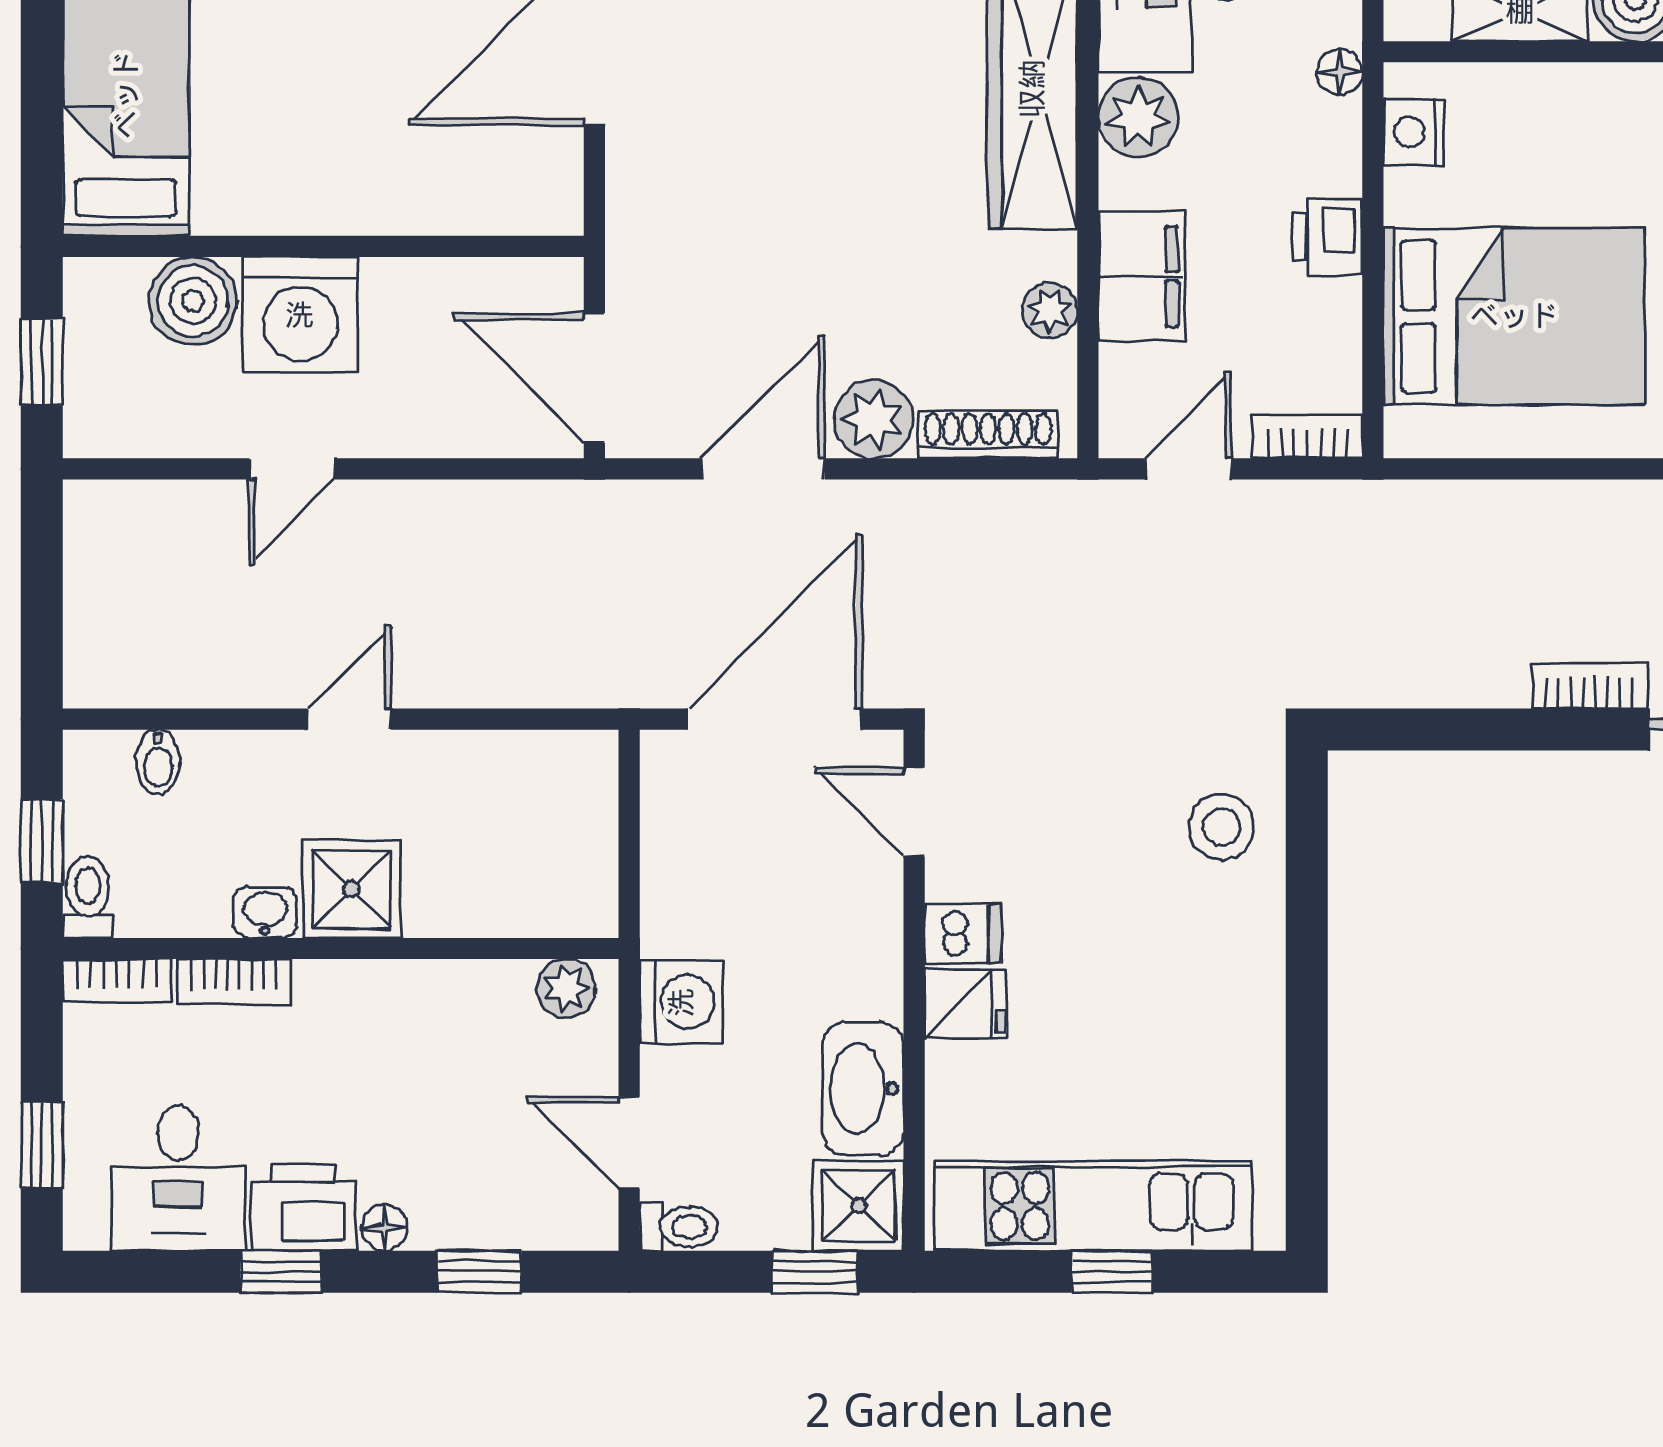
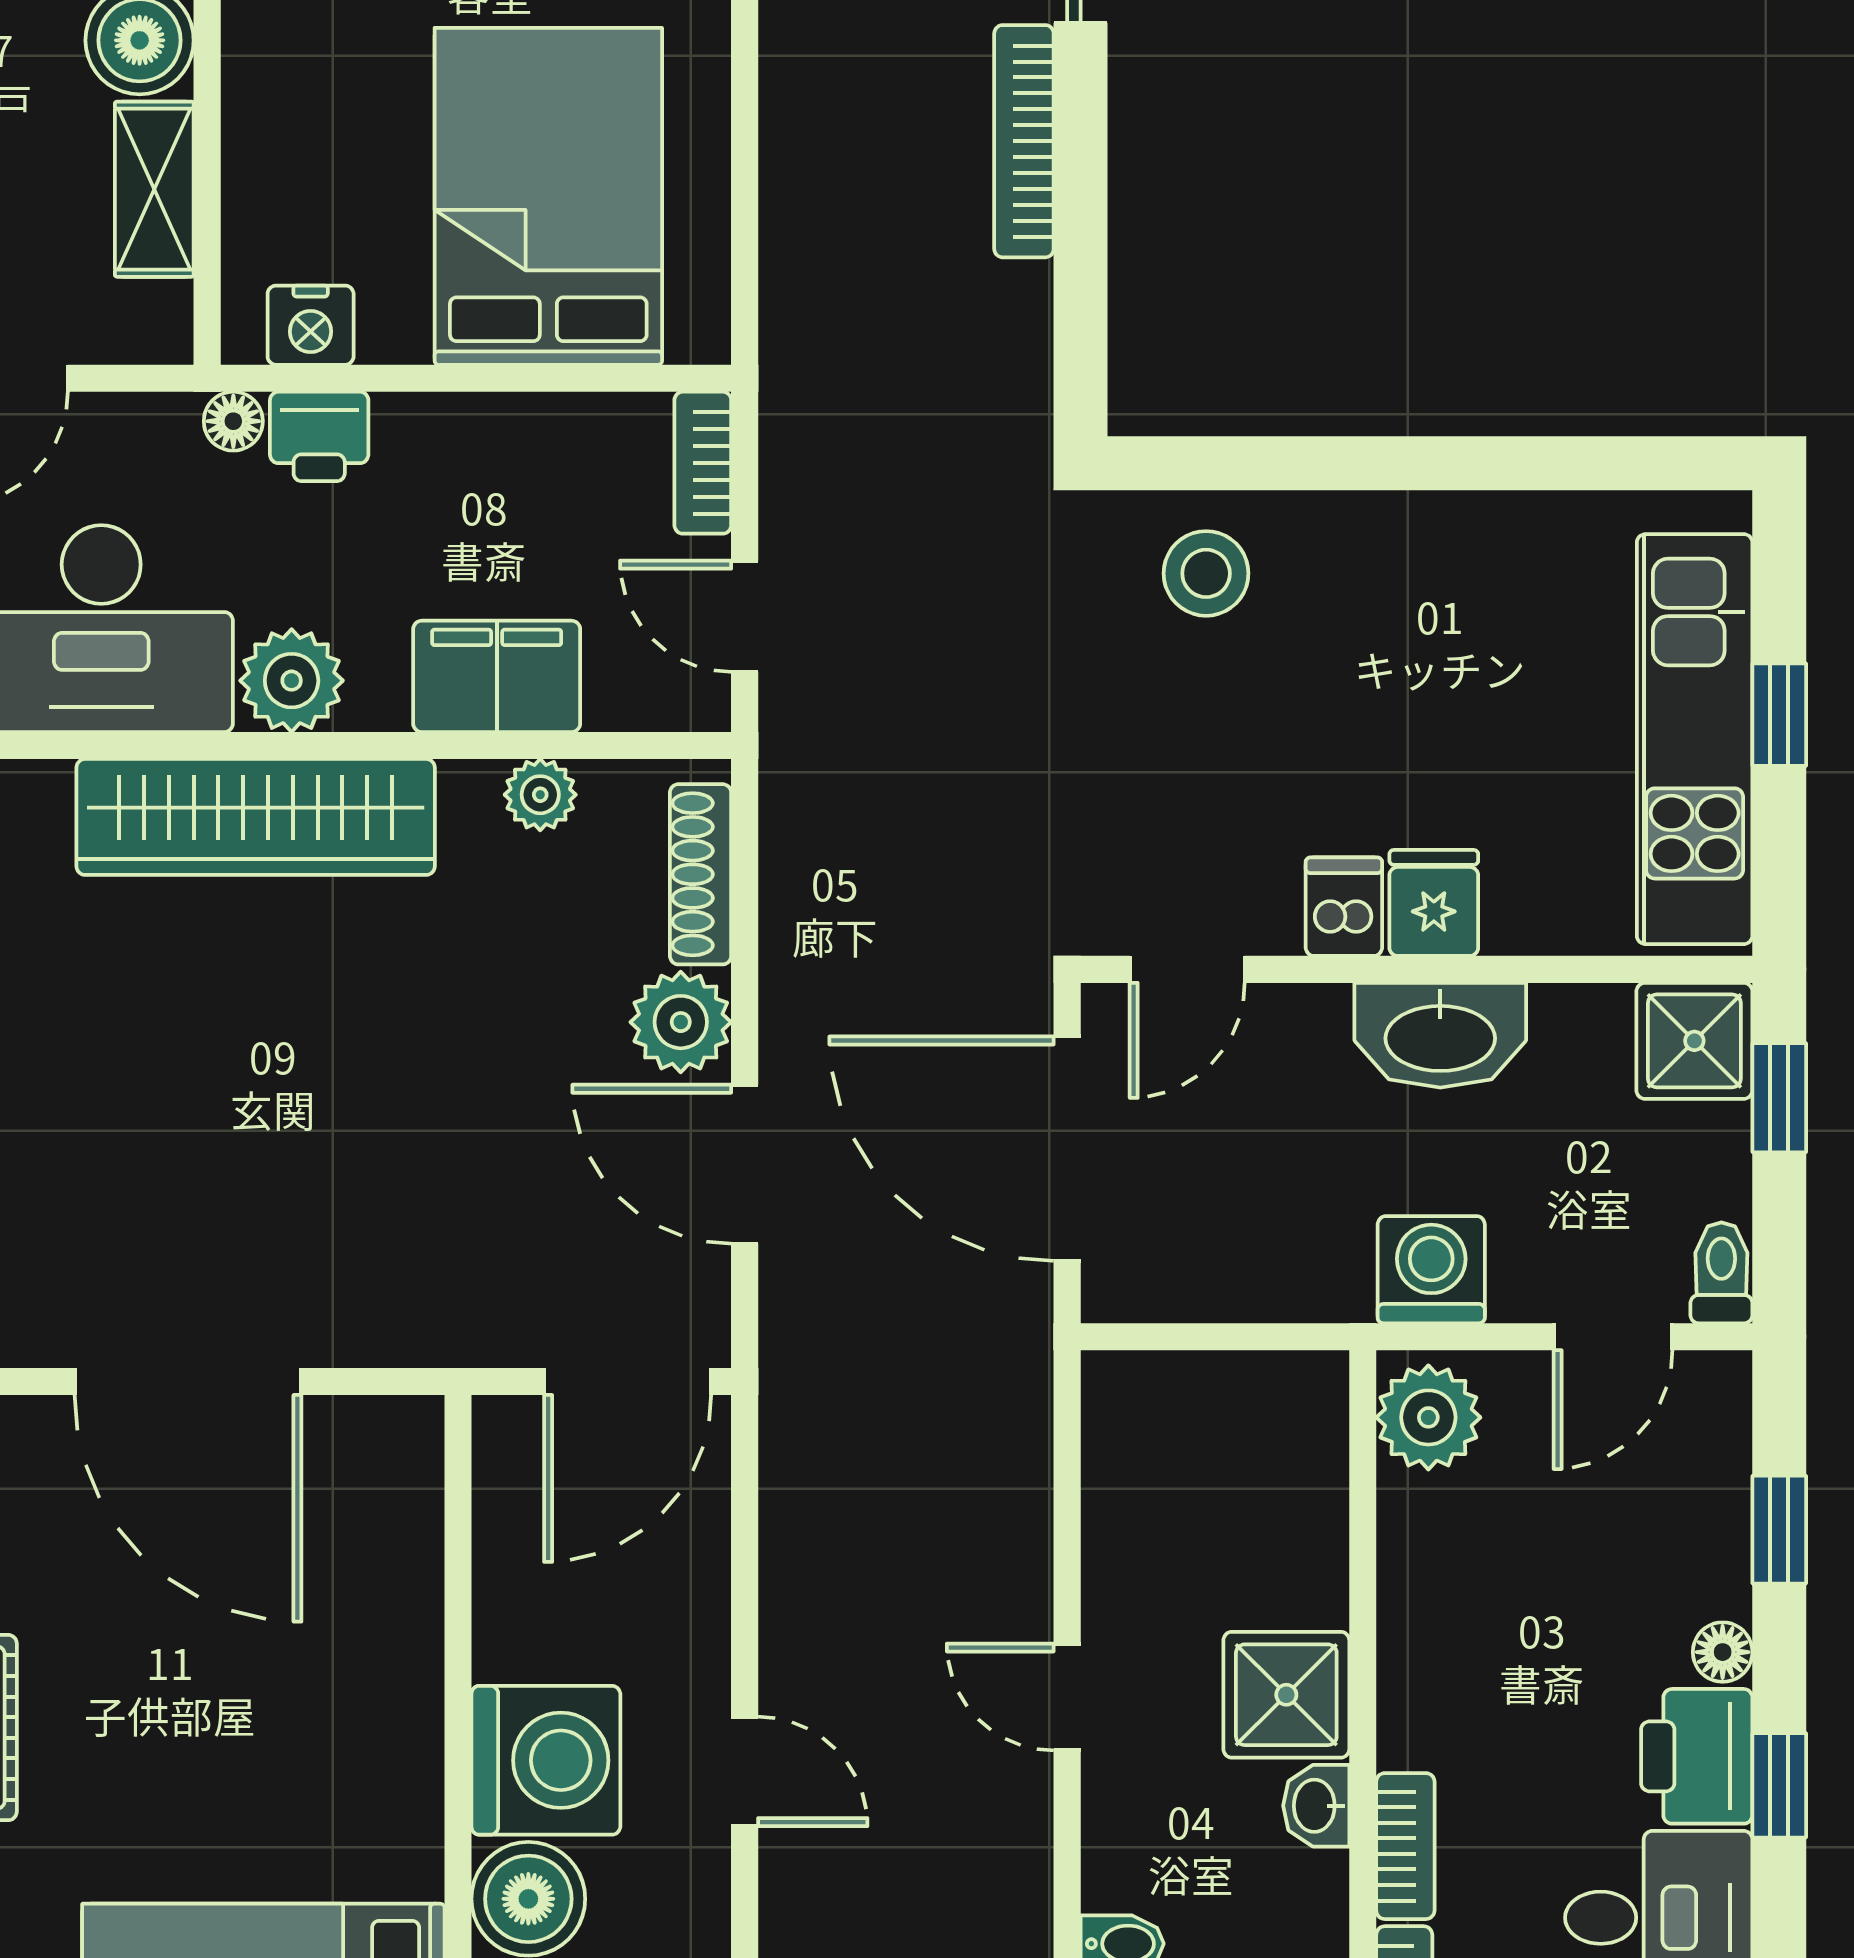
printer: (1328, 237) -> (319, 436), moved
bookcase: (1589, 686) -> (1024, 141), width x1.56
plant: (566, 988) -> (1428, 1417), width x1.38, depth x1.38
washbasin: (863, 1089) -> (1440, 1035), moved

